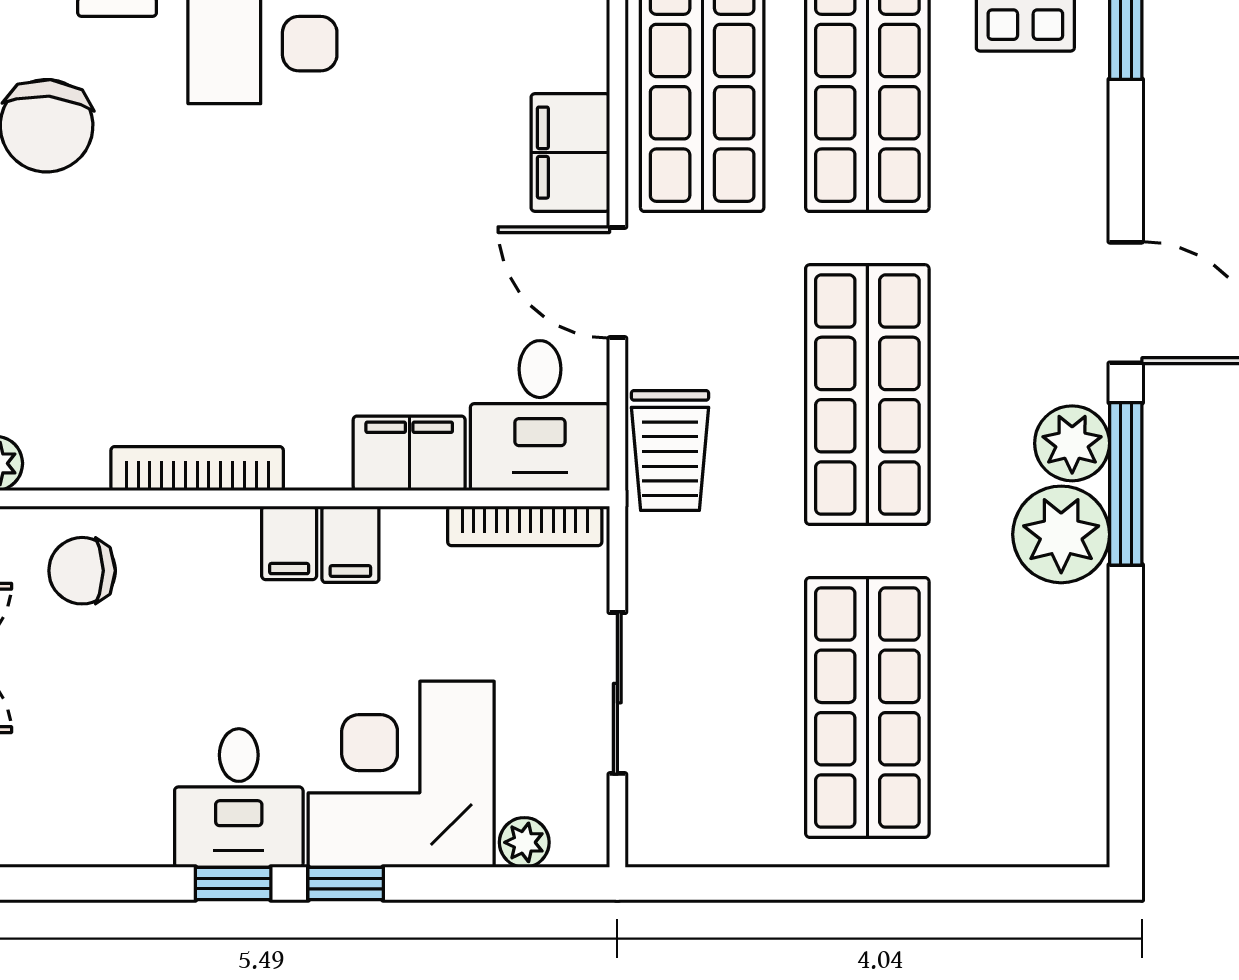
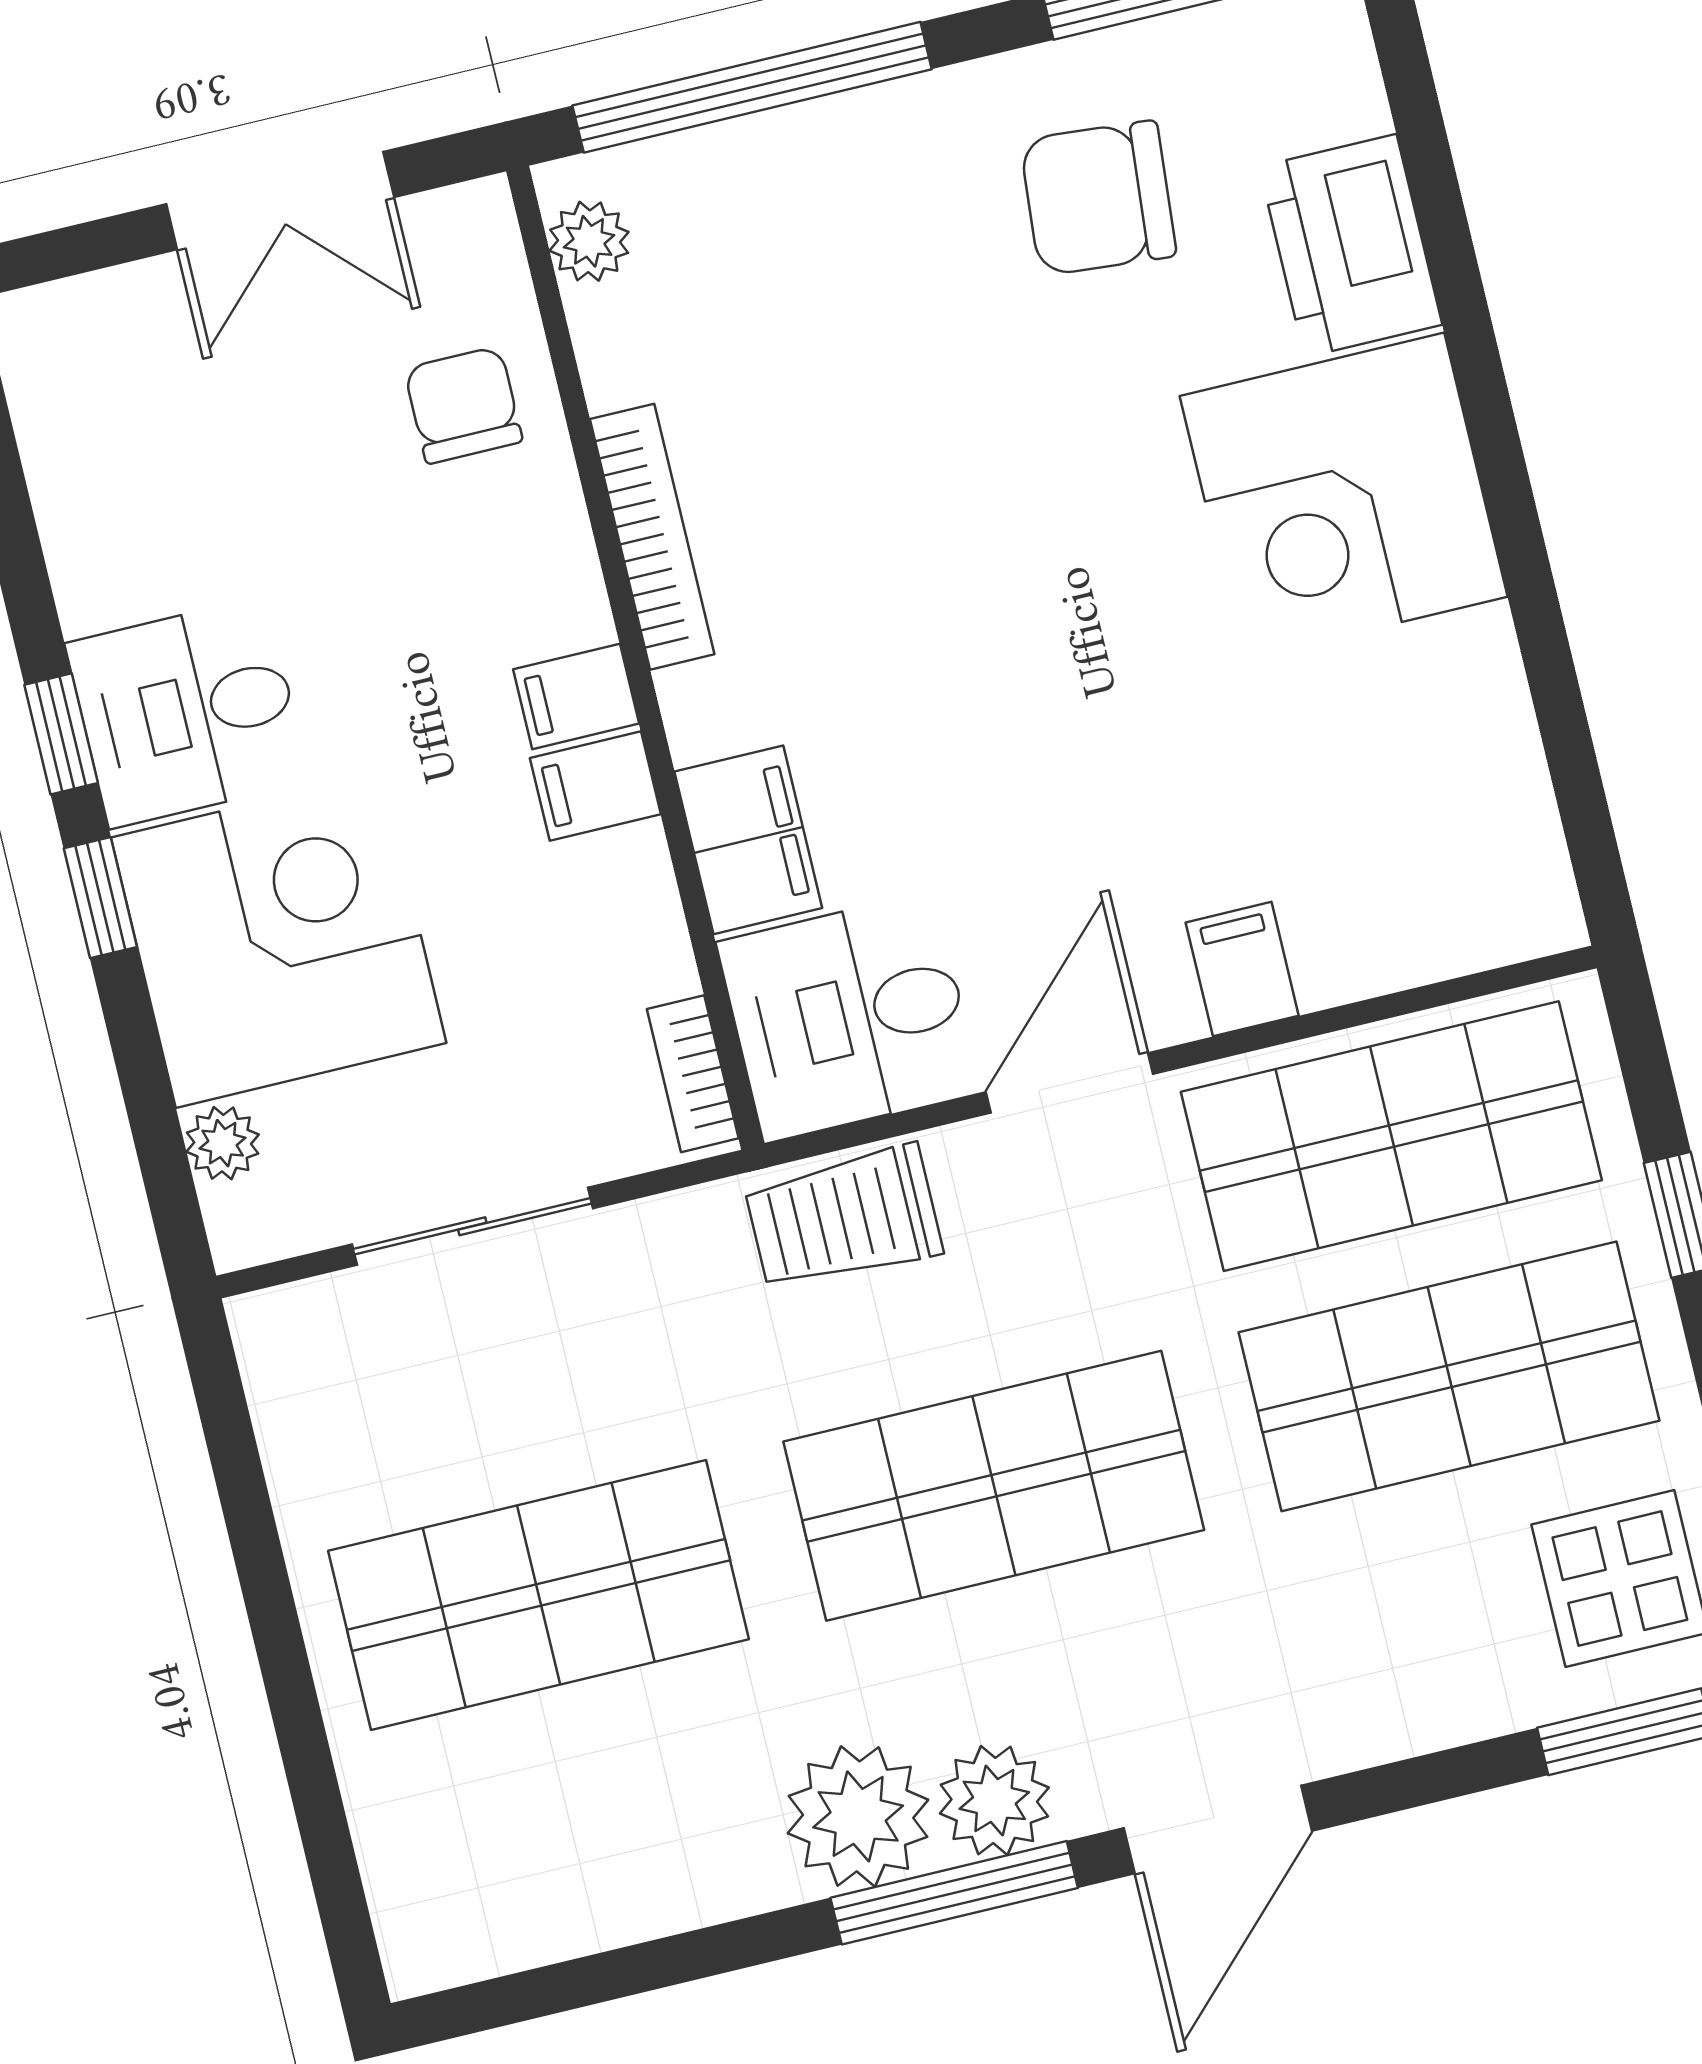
filing cabinet: (570, 153) -> (1242, 969), width x0.50
bookcase: (525, 526) -> (693, 1074), width x0.64

